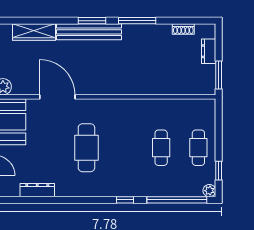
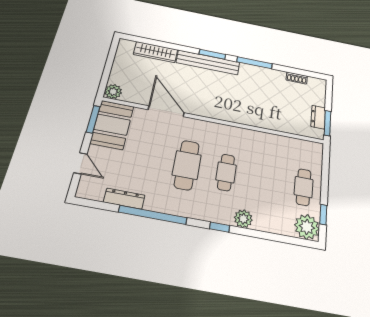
dresser: (209, 51) -> (318, 117), moved
cafe table: (161, 148) -> (226, 172), moved
plant: (145, 188) -> (243, 219), added
plant: (209, 191) -> (307, 227), width x1.88, depth x1.88
window: (177, 200) -> (153, 215), moved

